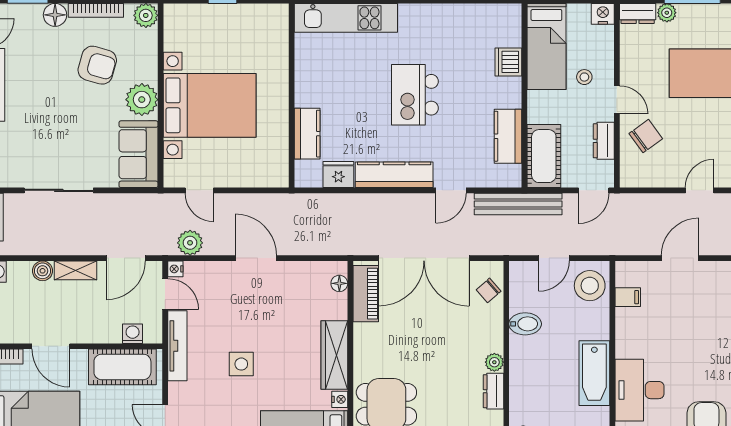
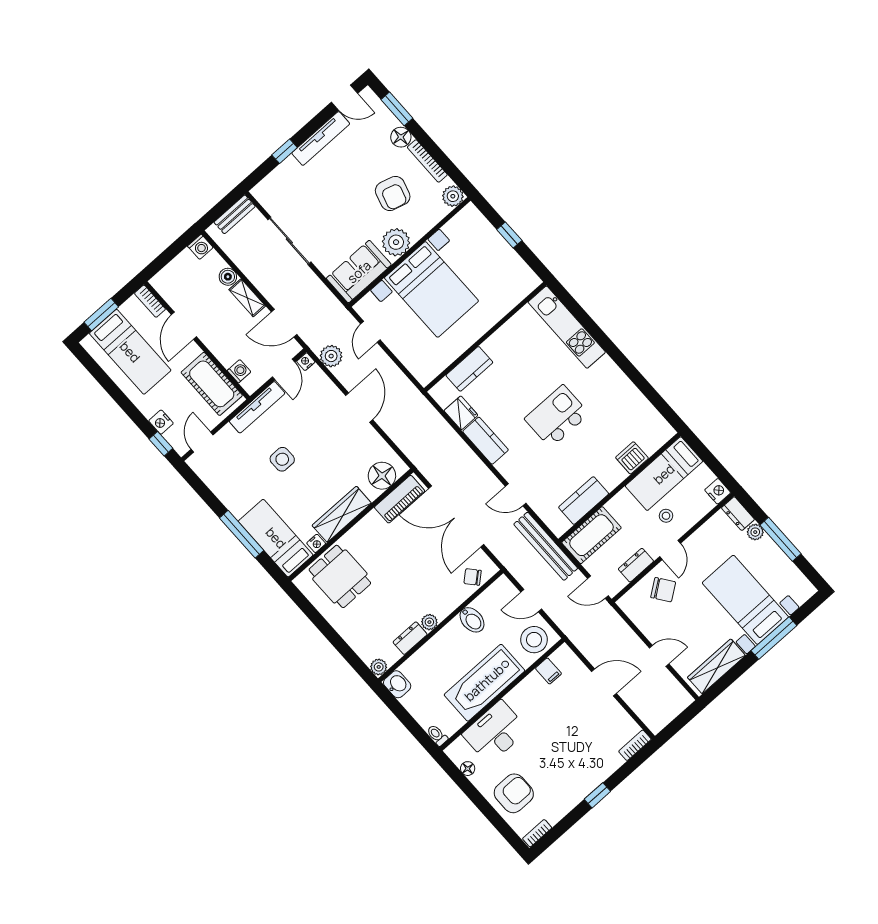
kitchen counter: (394, 175) -> (486, 441), width x0.67
floor lamp: (339, 283) -> (382, 476), width x1.89, depth x1.89
bathtub: (594, 373) -> (484, 683), width x1.36, depth x1.36

